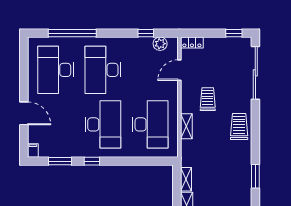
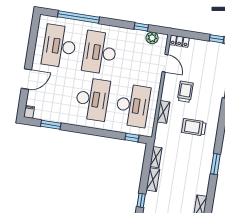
door: (179, 70) -> (165, 63), swing flipped
door: (24, 113) -> (26, 79), hinge flipped
trolley: (239, 127) -> (194, 127), moved, turned -90
window: (92, 161) -> (132, 138), moved

